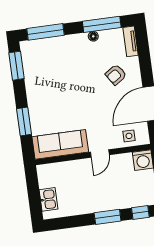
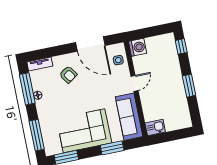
corner sofa: (47, 89) -> (84, 131), added
door: (100, 154) -> (134, 83), hinge flipped
kitchen sink: (48, 199) -> (155, 127), moved
window: (108, 217) -> (189, 86), moved

